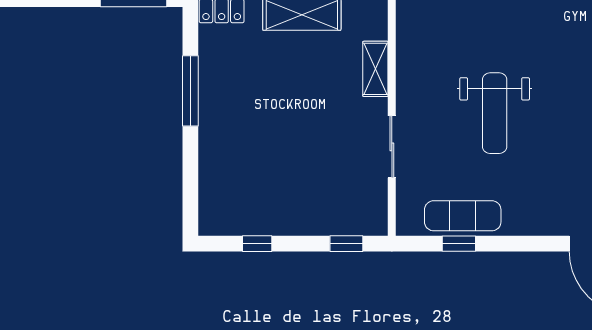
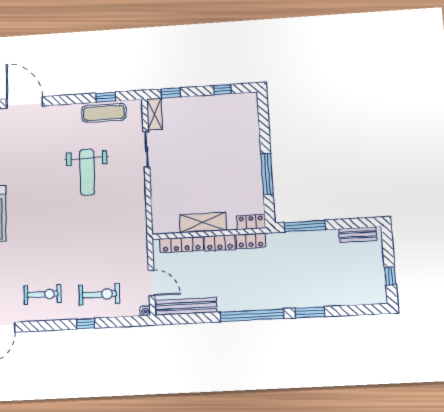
shelving: (375, 69) -> (155, 114), moved
weight bench: (495, 113) -> (87, 172), turned 180

